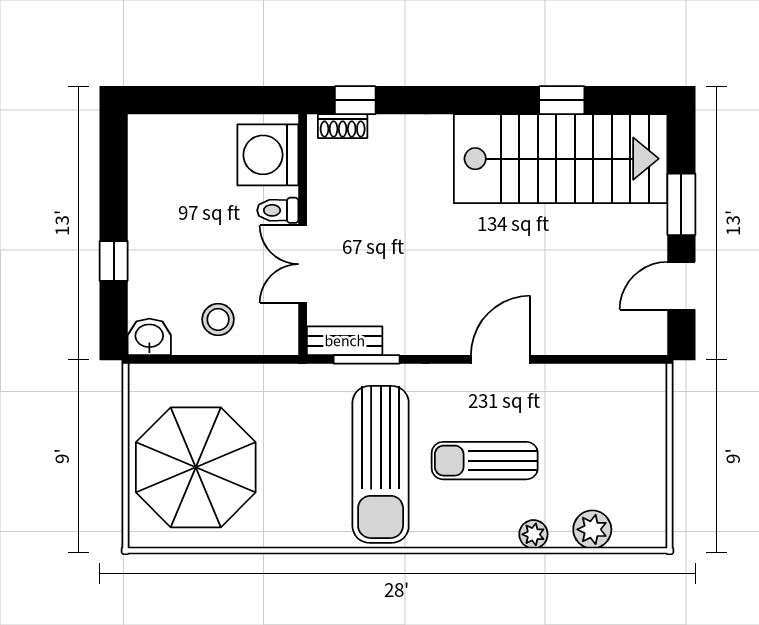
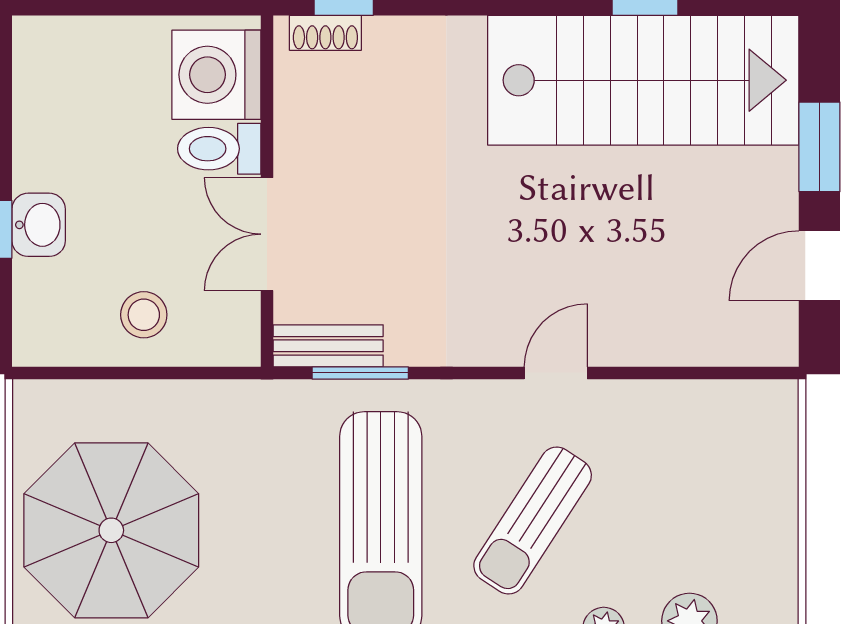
toilet: (278, 210) -> (219, 149), width x1.37, depth x1.39
washbasin: (149, 337) -> (39, 225), moved, turned 90
door: (501, 359) -> (556, 373), width x0.73
sun lounger: (485, 461) -> (533, 521), turned -57

